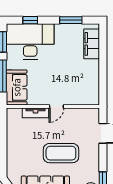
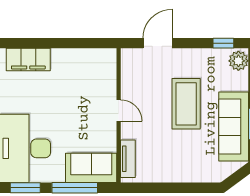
tv unit: (36, 113) -> (128, 159), moved

